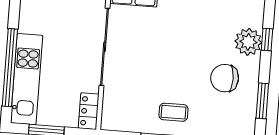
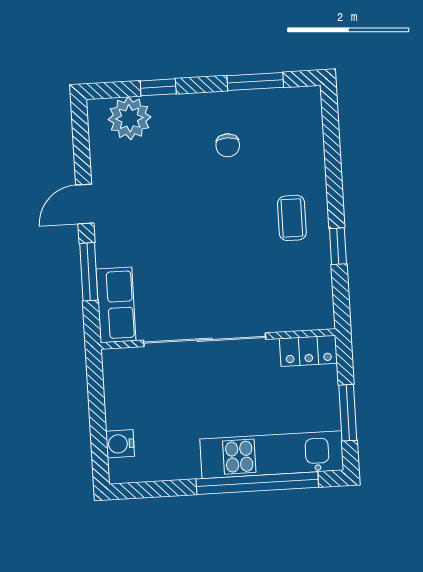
plant: (248, 42) -> (130, 118), moved
chair: (225, 78) -> (228, 145), width x0.54, depth x0.54

